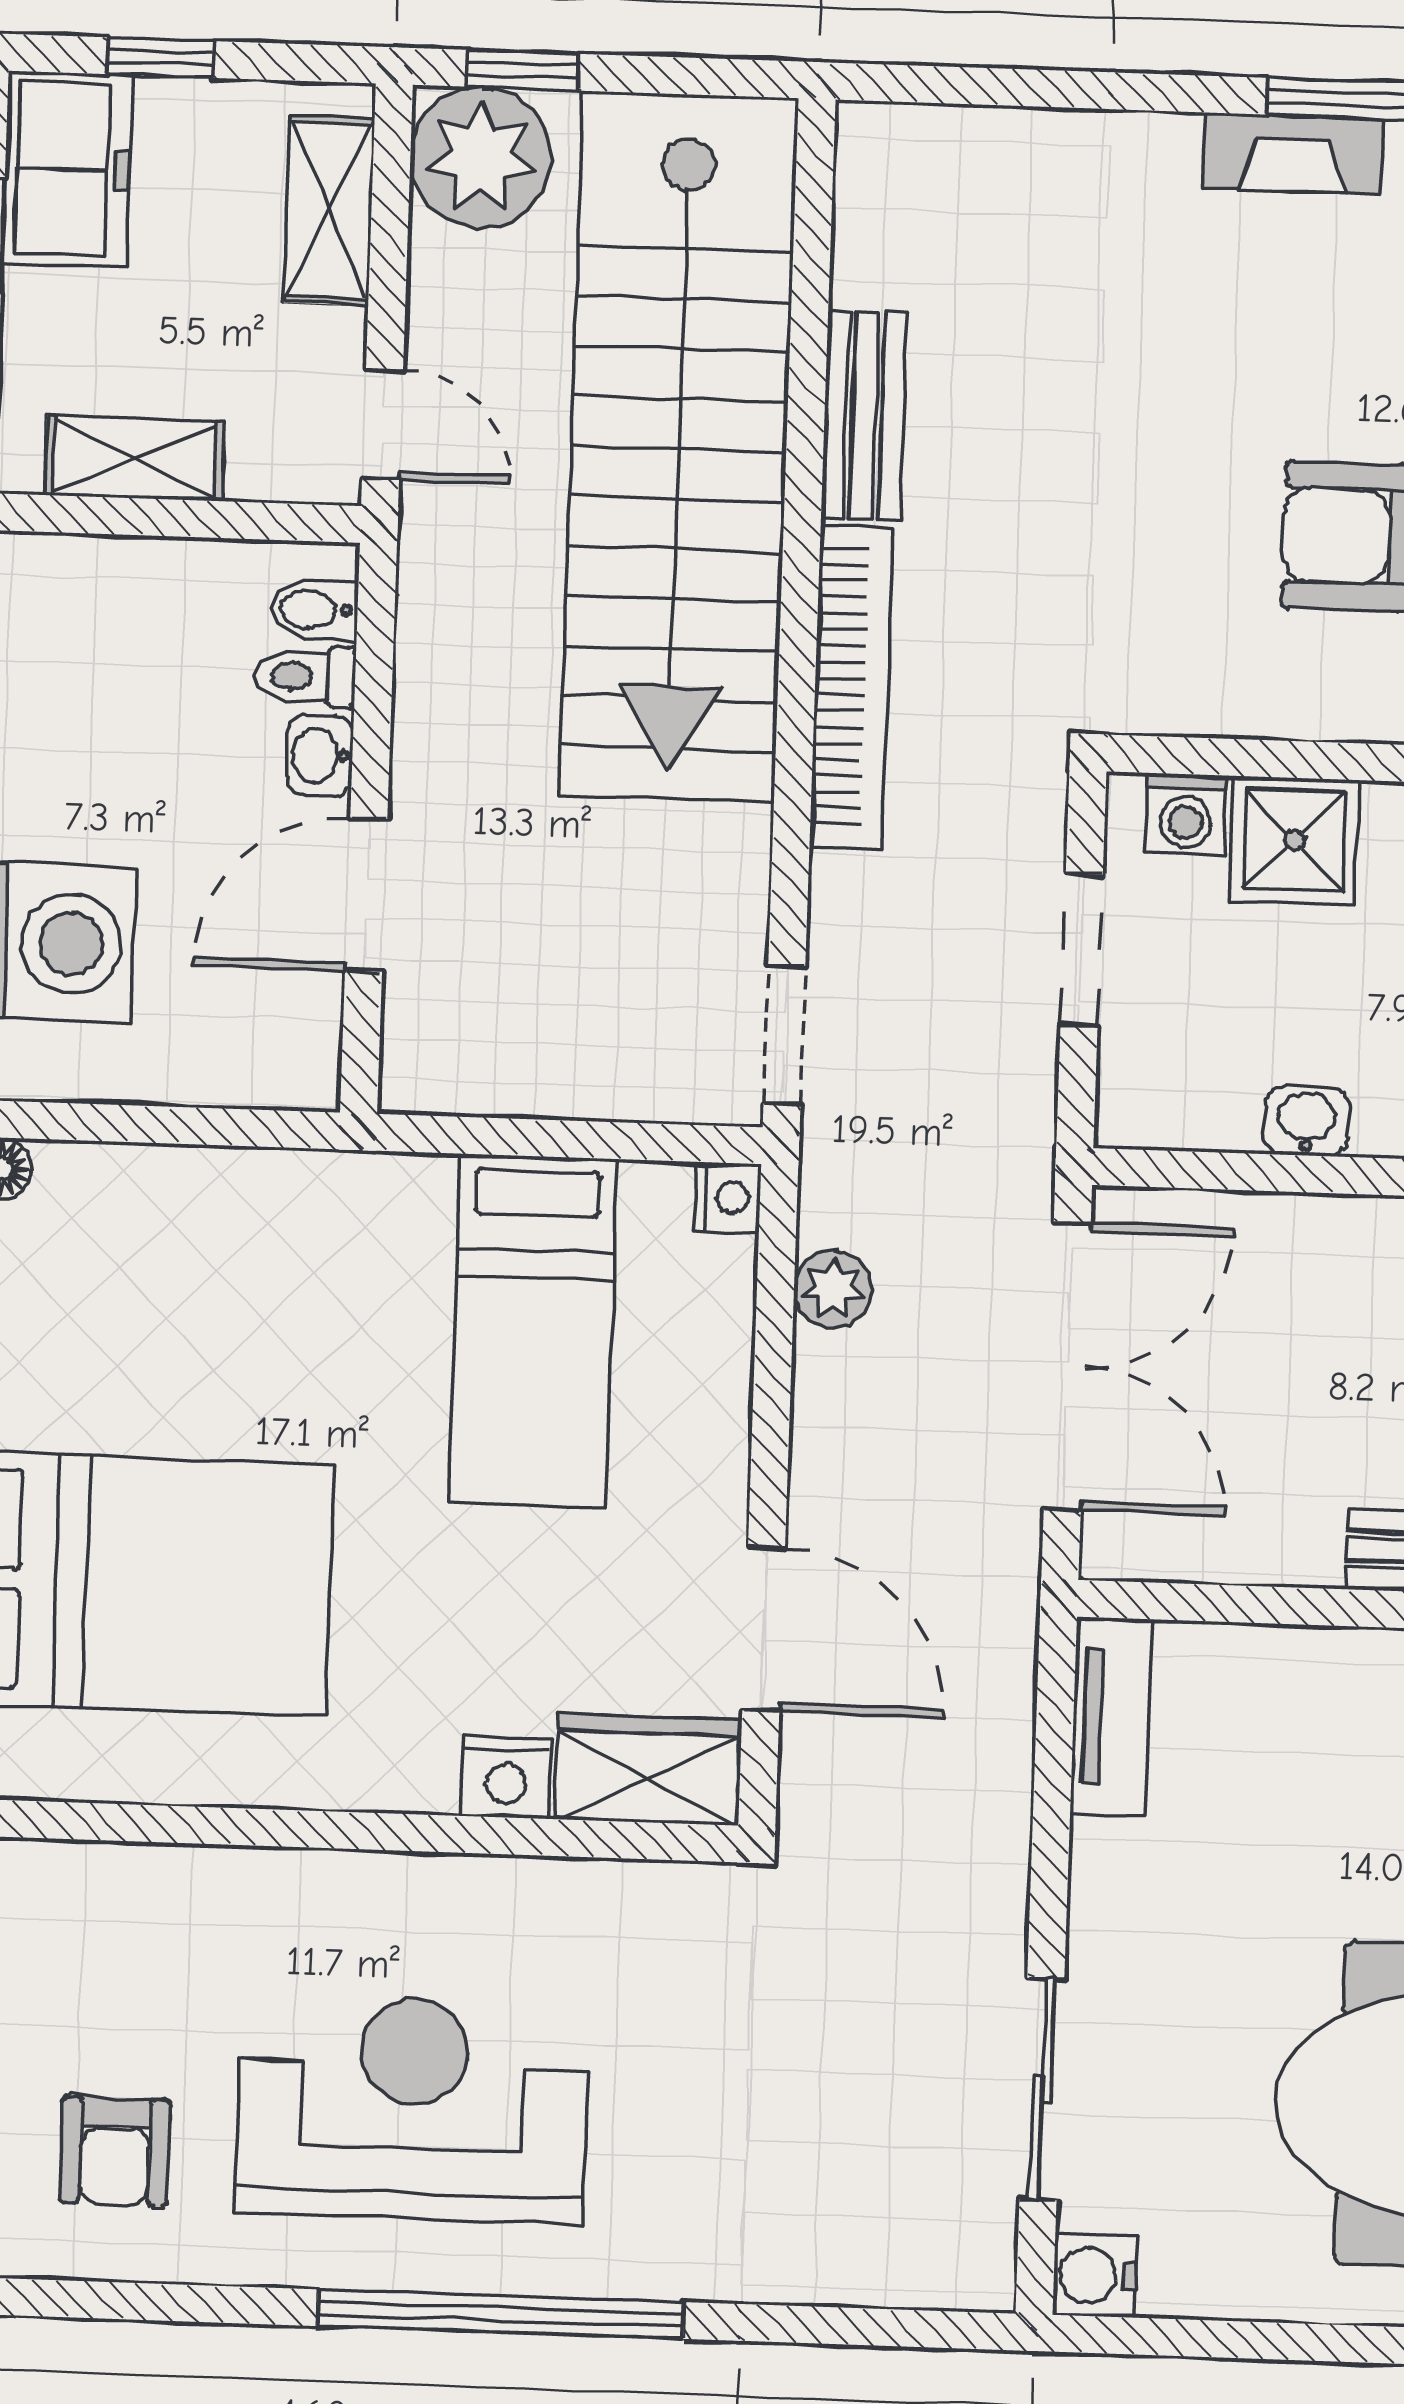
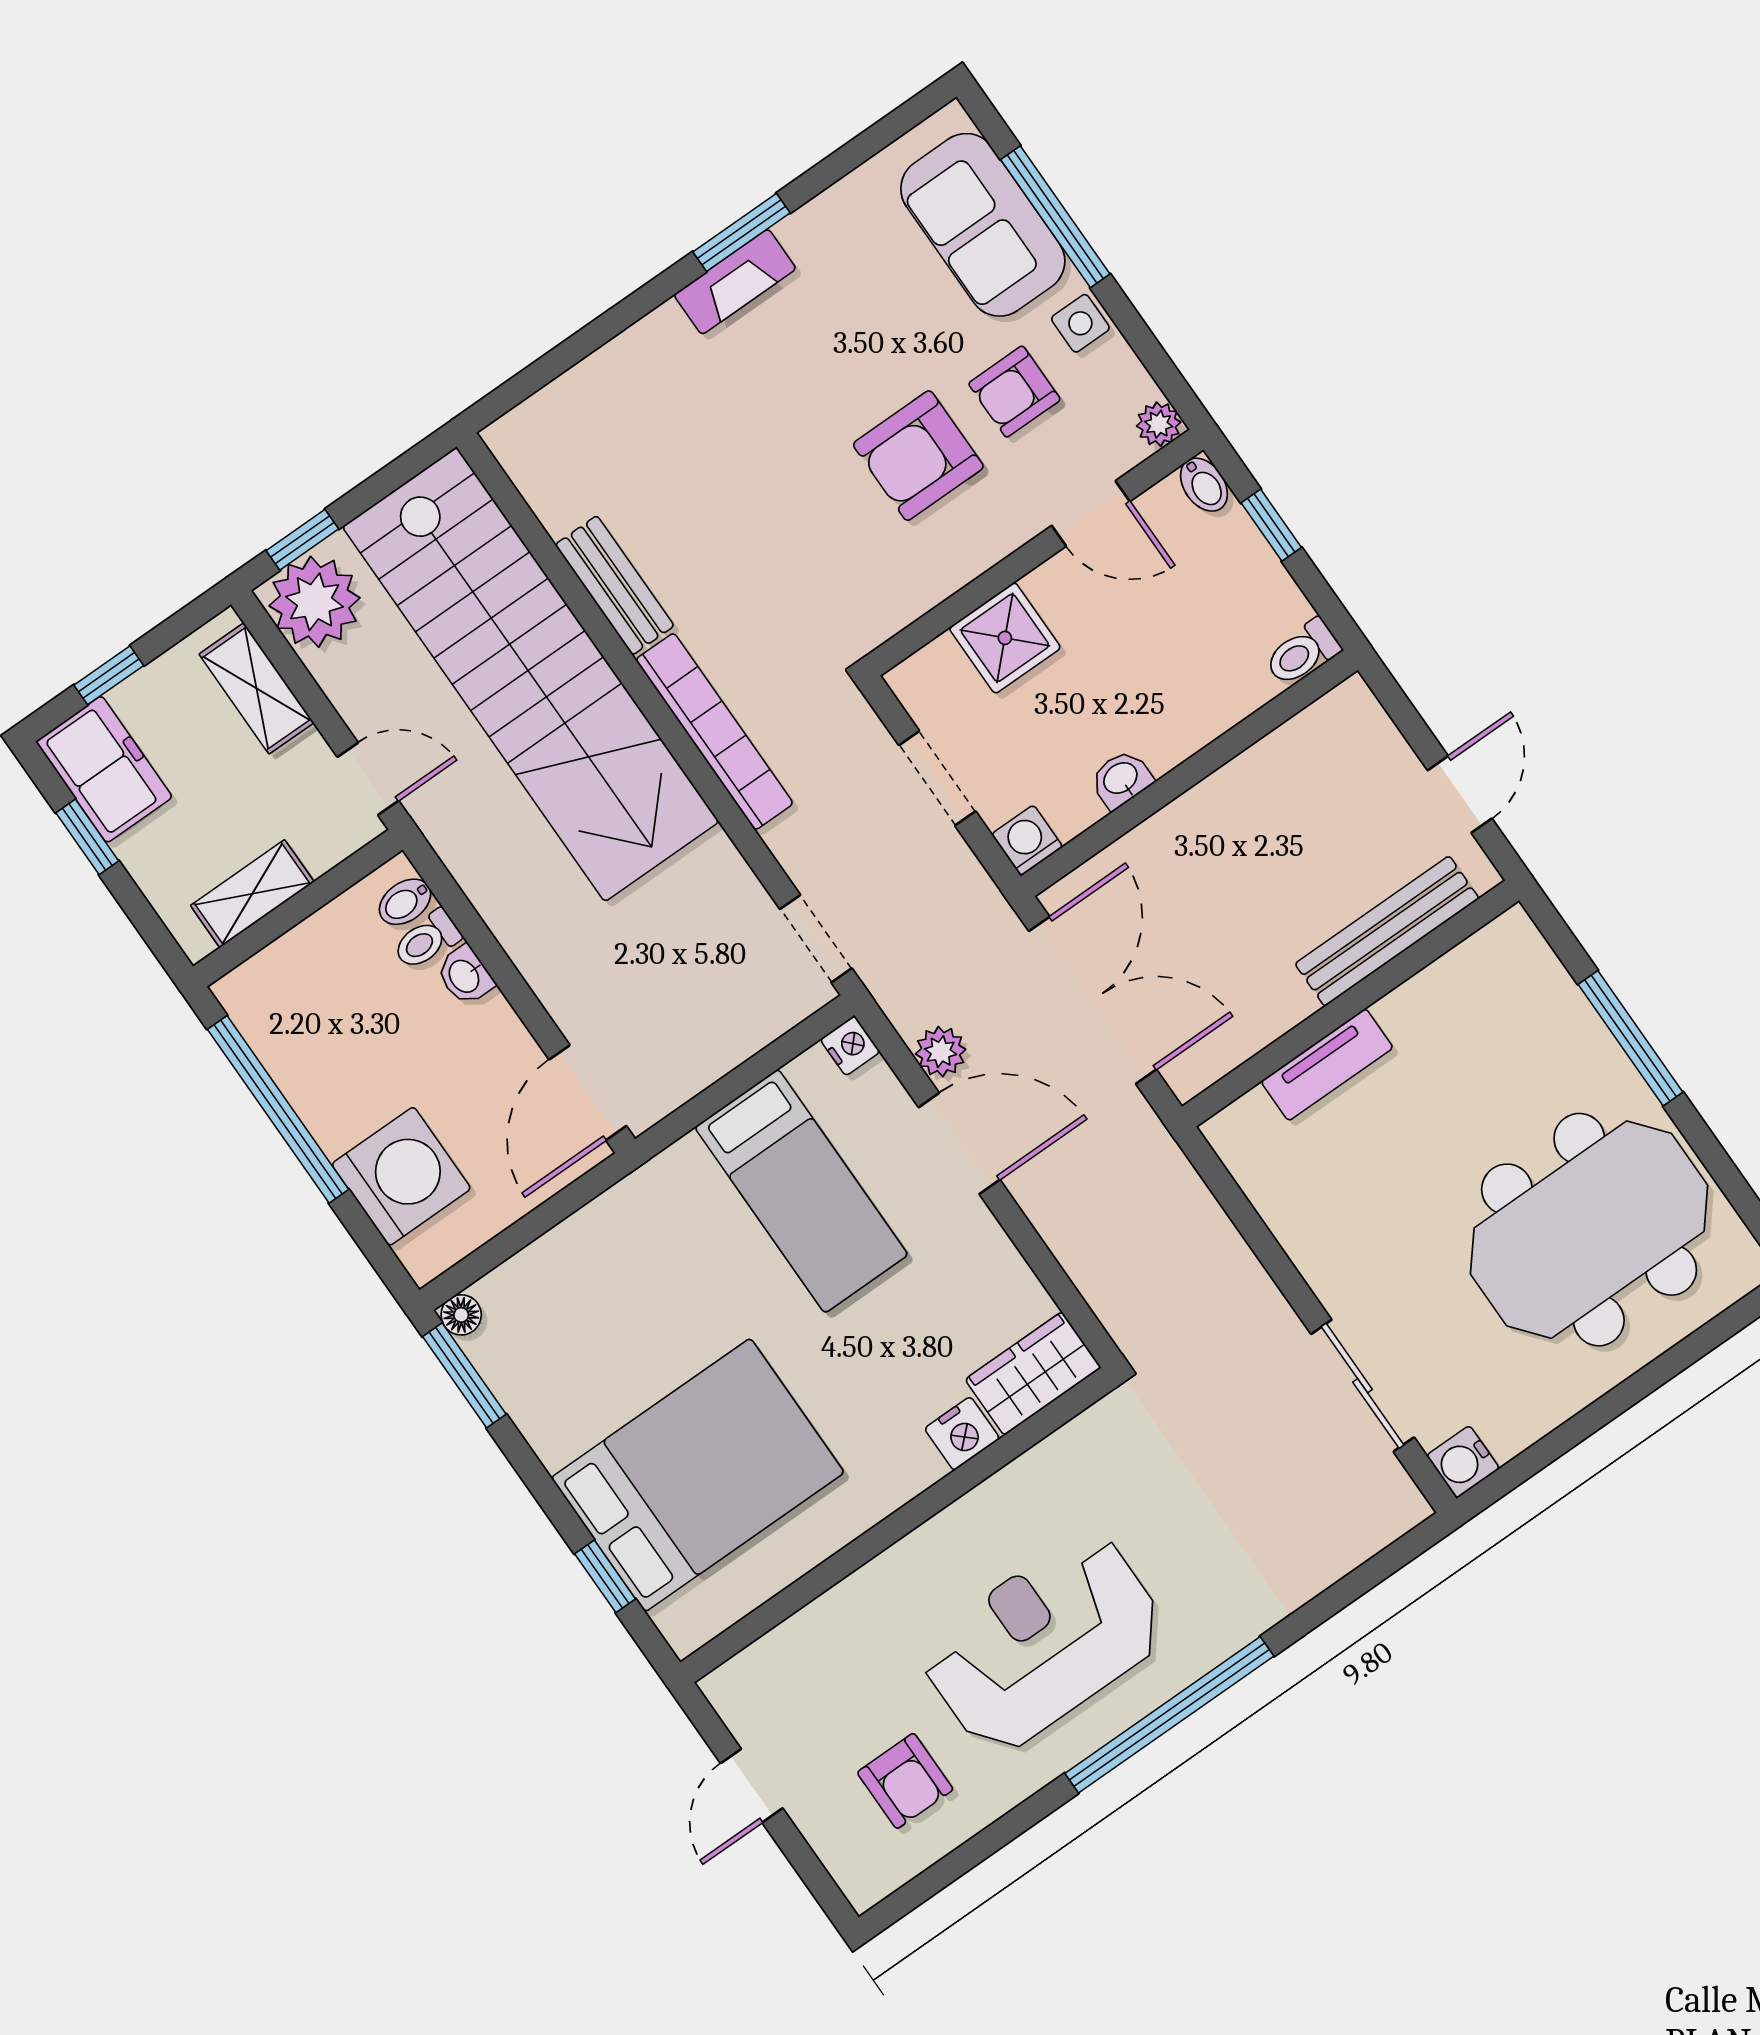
washing machine: (1186, 814) -> (1027, 841), moved, turned 180
door: (366, 895) -> (588, 1093), moved
door: (764, 1629) -> (959, 1143), moved
tv unit: (1111, 1717) -> (1327, 1065), moved, turned 90

